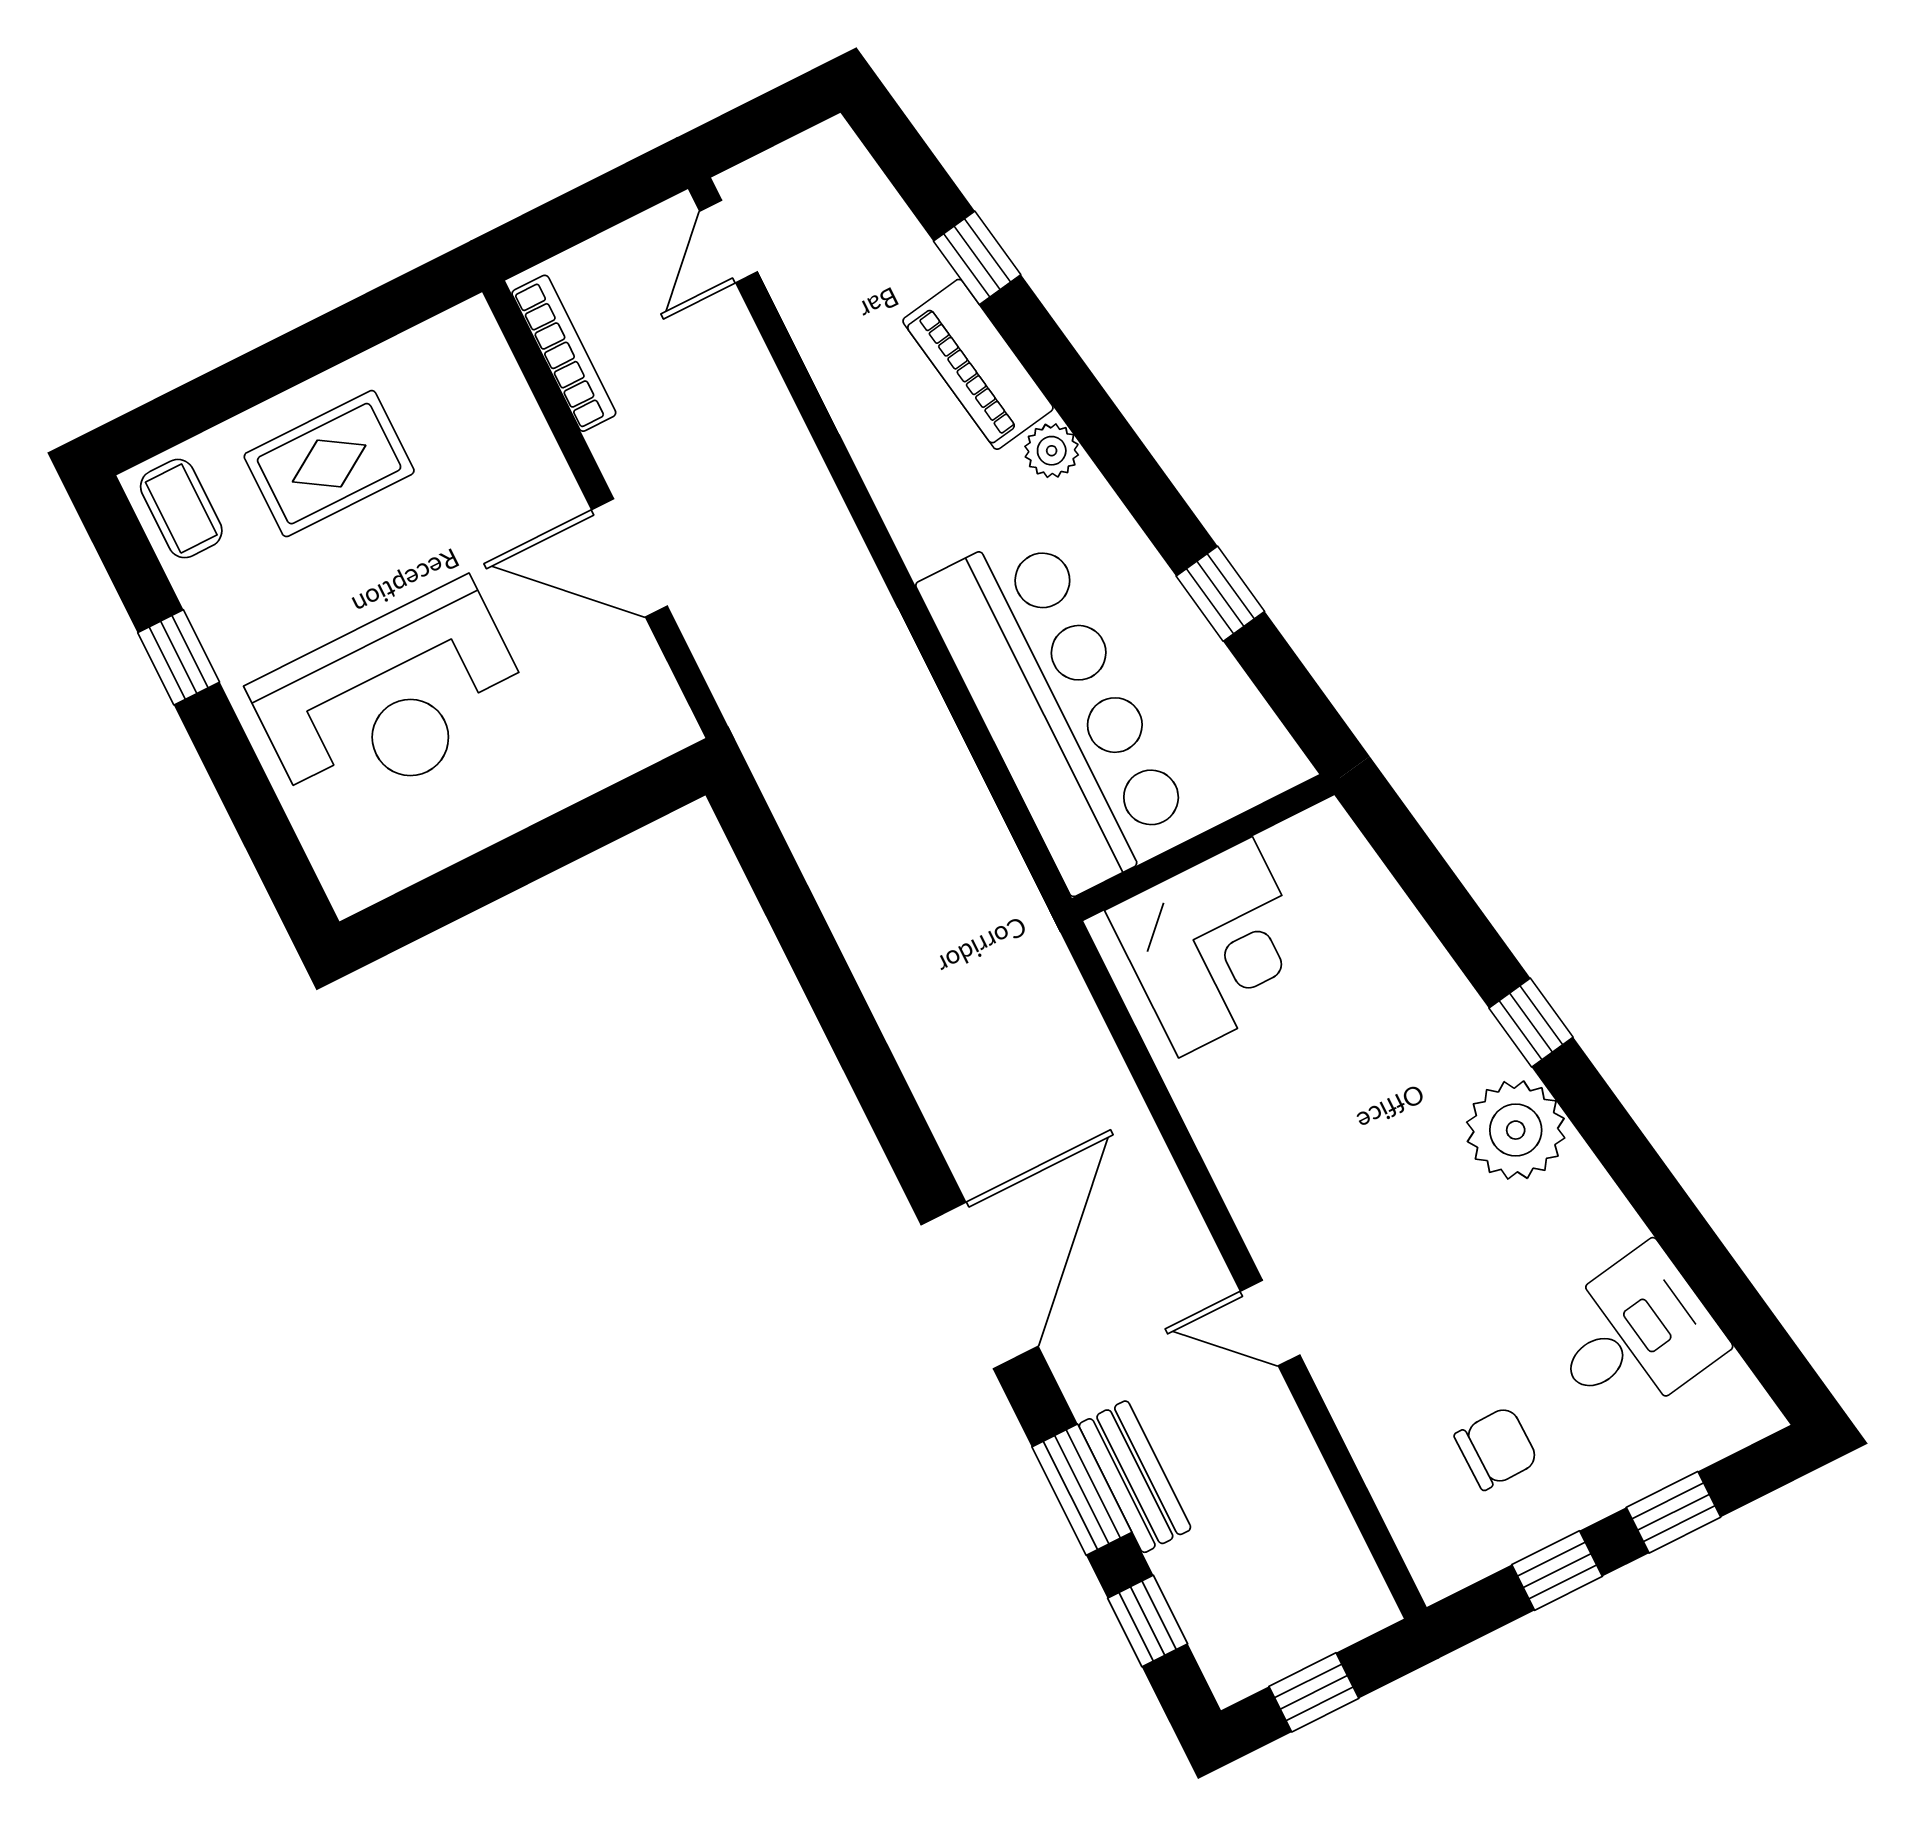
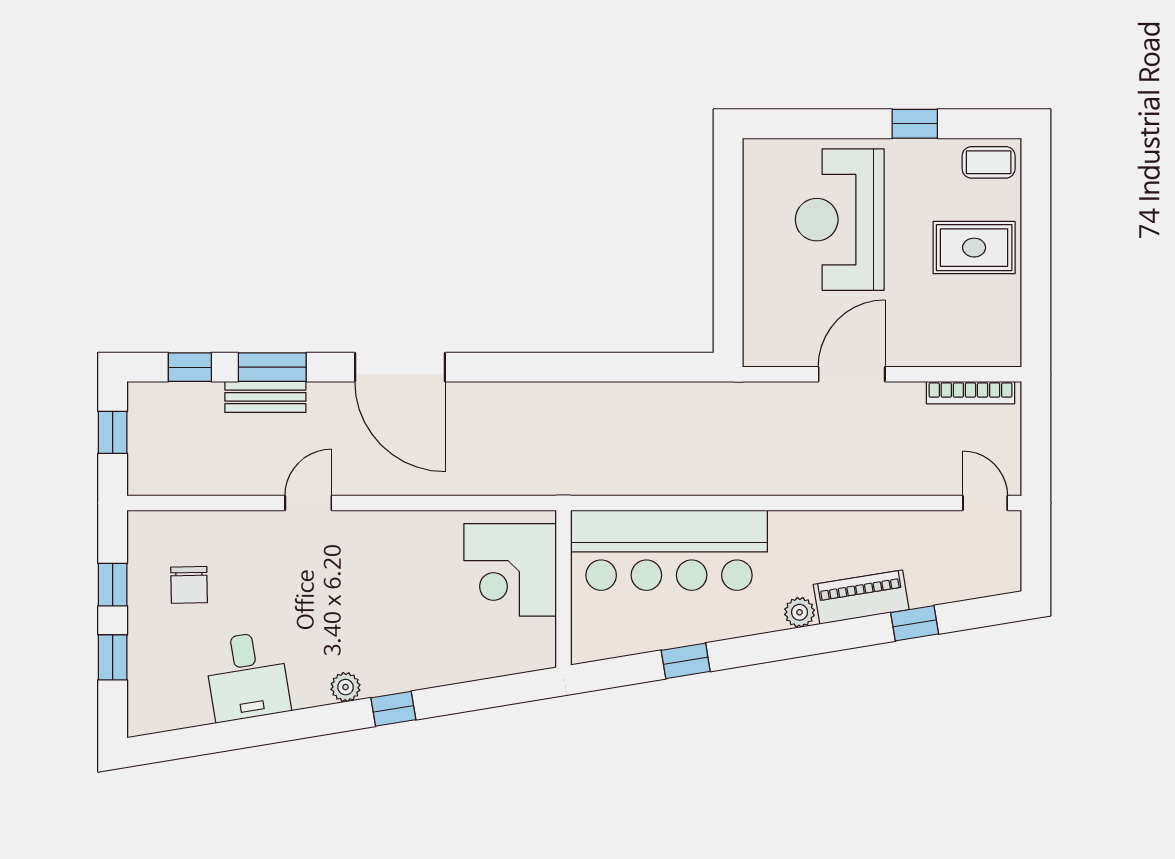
rug: (329, 464) -> (974, 248), turned 90
plant: (1516, 1130) -> (345, 687), width x0.53, depth x0.53
desk: (1634, 1335) -> (247, 676), moved

